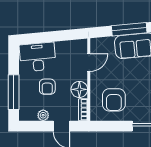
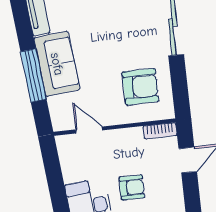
floor lamp: (79, 89) -> (131, 140), removed
plant: (43, 115) -> (175, 189), removed

